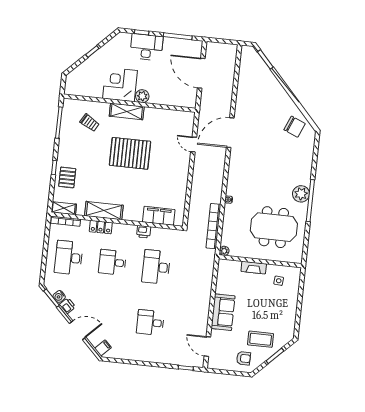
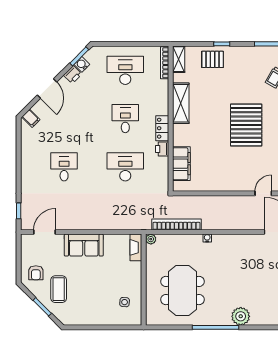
plant: (301, 194) -> (241, 316), moved
locker: (101, 227) -> (162, 128), moved
fireplace: (254, 268) -> (136, 247), moved

